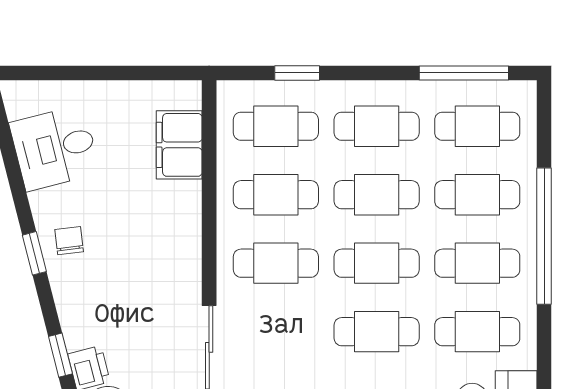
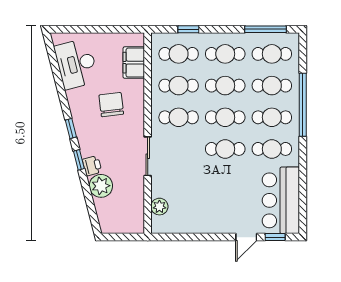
desk: (55, 148) -> (76, 64), width x1.37
chair: (69, 241) -> (111, 105), moved, width x1.87, depth x1.87
window: (34, 253) -> (71, 129), moved

